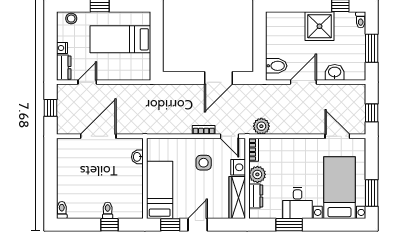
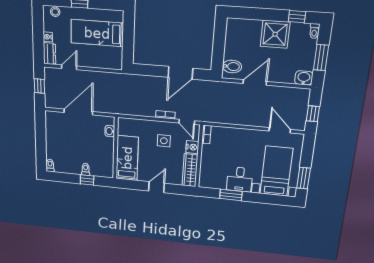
washbasin: (335, 72) -> (304, 78), moved
plant: (261, 126) -> (215, 116), removed
plant: (257, 174) -> (208, 154), removed
dresser: (256, 196) -> (205, 171), removed
window: (170, 225) -> (135, 185), removed

